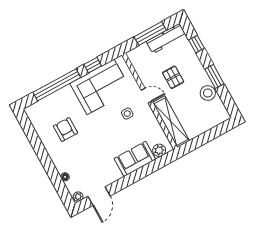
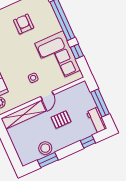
workbench: (166, 38) -> (97, 120), width x0.73
window: (214, 76) -> (48, 160), moved
armchair: (65, 129) -> (24, 24), turned -90

